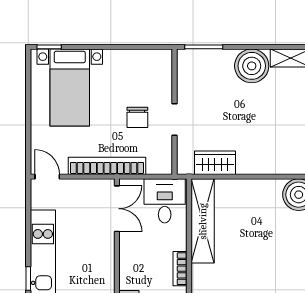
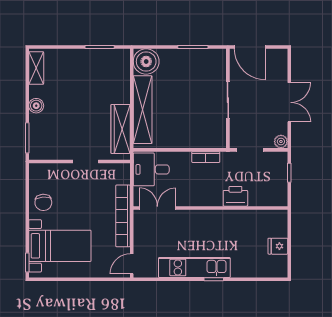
boiler: (252, 66) -> (36, 106), width x0.54, depth x0.54
chair: (137, 117) -> (43, 202), moved, turned 86
wardrobe: (215, 163) -> (121, 129), width x1.50
shelving: (203, 221) -> (143, 110), moved, turned 90

